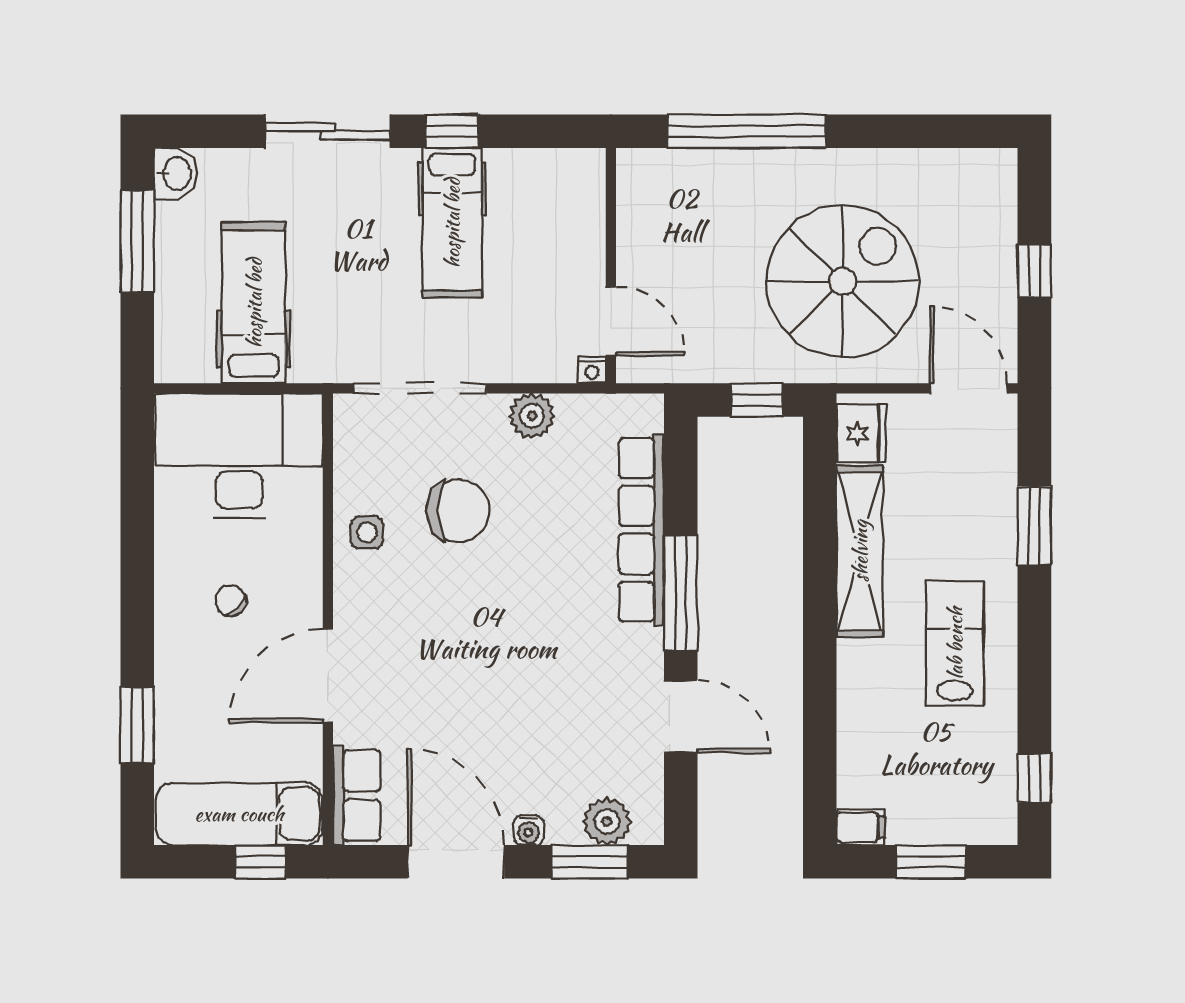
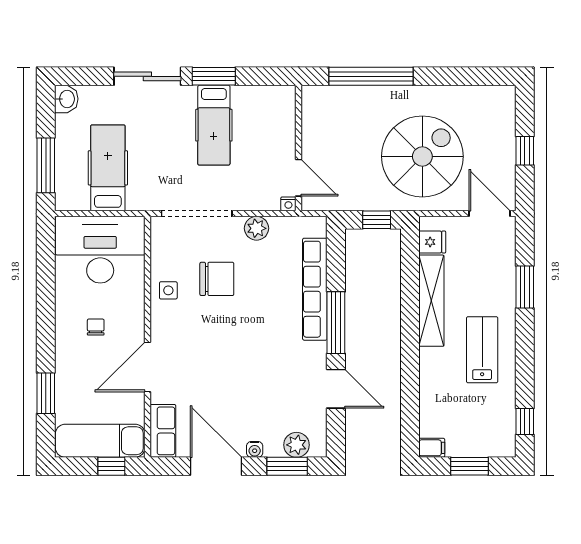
window: (452, 131) -> (214, 76), width x1.50
window: (137, 241) -> (46, 165), moved
fridge: (861, 434) -> (432, 242), width x0.72
chair: (231, 601) -> (96, 327), turned 44

